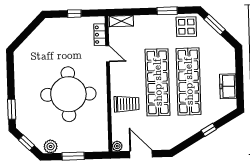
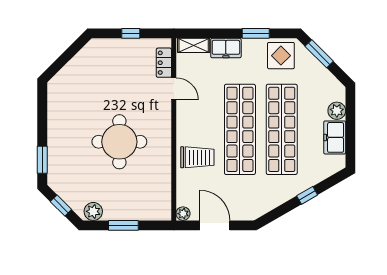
freezer: (145, 22) -> (226, 48), added
plant: (229, 66) -> (337, 111), added
round table: (68, 94) -> (119, 142), width x0.73, depth x0.73

